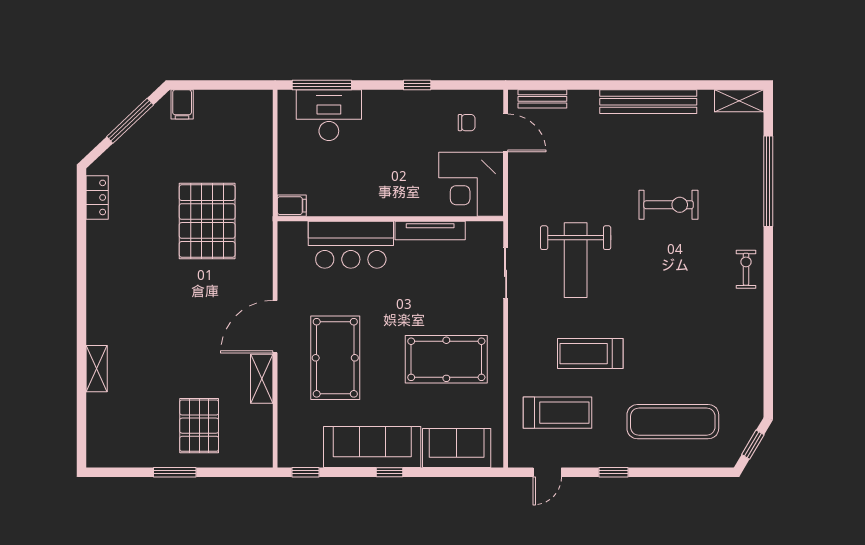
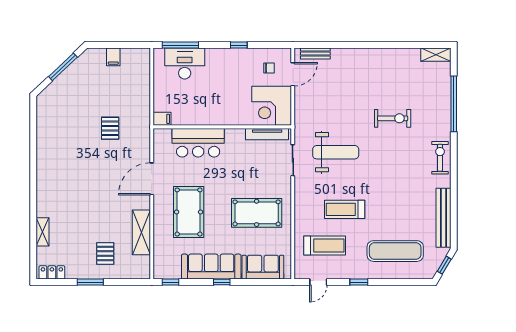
bench: (648, 102) -> (443, 218), moved, turned 90
filing cabinet: (182, 104) -> (113, 57), moved
door: (506, 133) -> (293, 74), hinge flipped
locker: (97, 197) -> (52, 272), moved, turned -90
pallet: (207, 221) -> (110, 128), width x0.49, depth x0.50
tv unit: (430, 231) -> (267, 134), moved
weight bench: (576, 260) -> (336, 152), turned -90
exercise bike: (746, 269) -> (440, 158), width x1.38, depth x1.39
door: (275, 327) -> (152, 179), moved
shelving: (97, 369) -> (42, 232), moved
shelving: (262, 379) -> (141, 232), width x1.50, depth x1.33
pallet: (199, 426) -> (105, 253), width x0.67, depth x0.71

